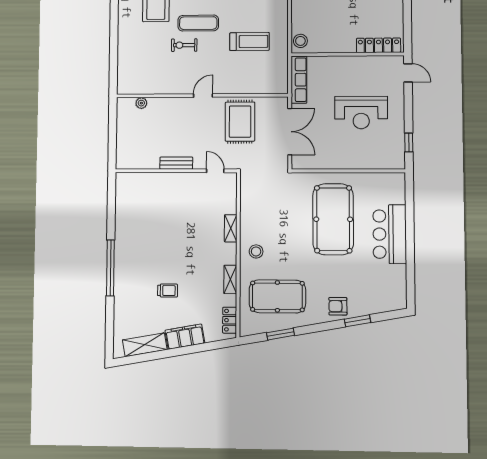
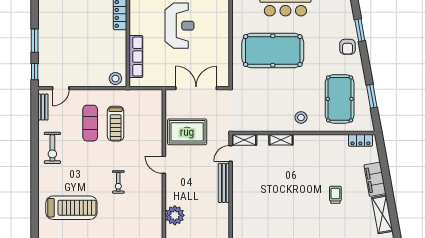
exercise mat: (198, 23) -> (90, 123), moved
treadmill: (250, 41) -> (116, 124), turned 180
row of seats: (299, 80) -> (136, 57), moved, turned 90
plant: (141, 103) -> (175, 215), width x1.88, depth x1.88
bench: (176, 163) -> (224, 183), width x1.36
shelving: (230, 279) -> (244, 140), moved

